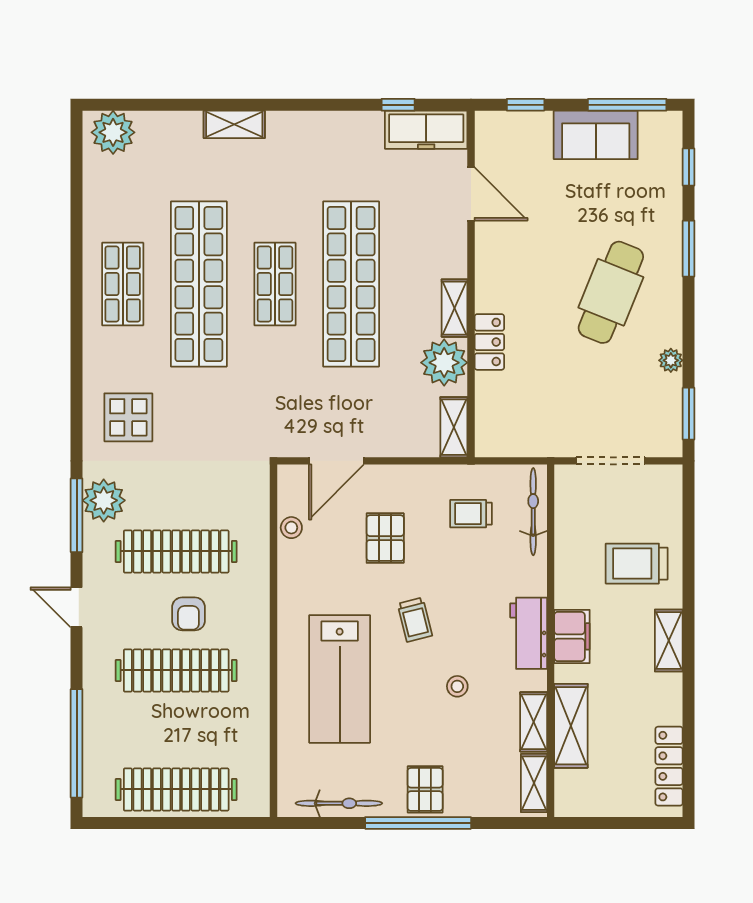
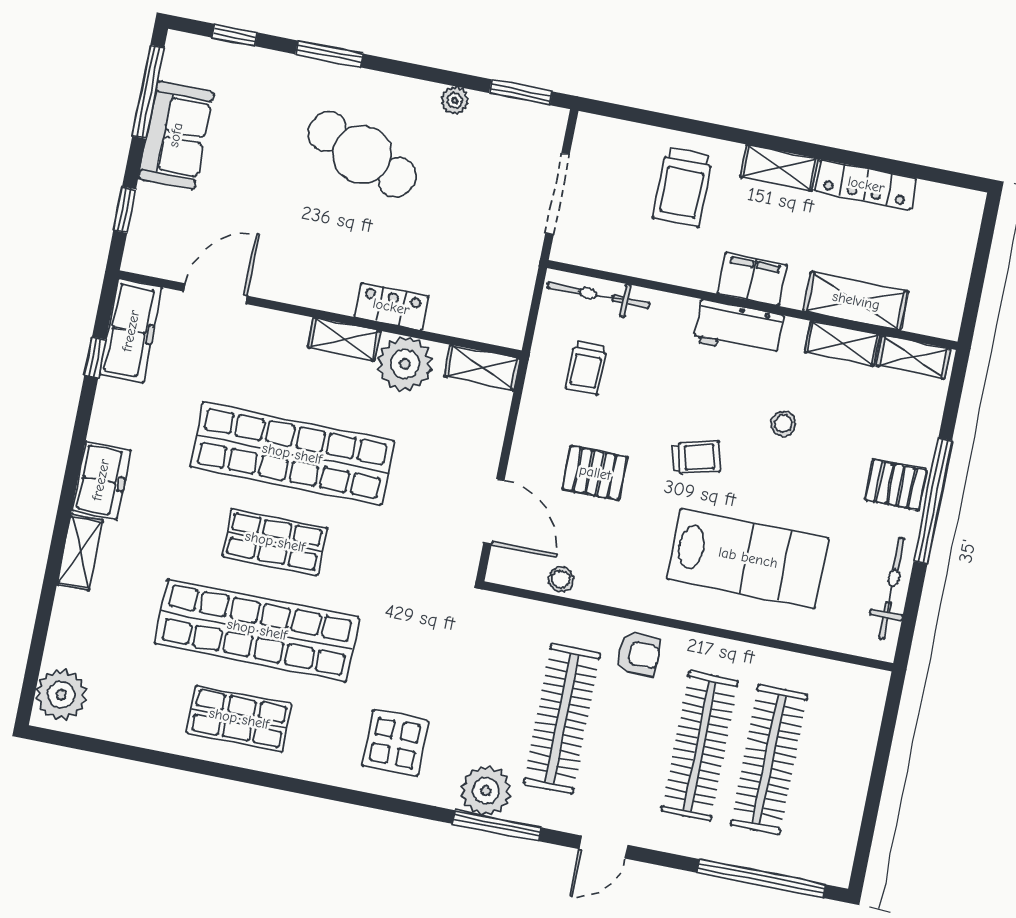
freezer: (297, 130) -> (101, 480), added
armchair: (188, 614) -> (638, 654), moved
locker: (669, 766) -> (866, 185), moved
clothes rail: (176, 789) -> (769, 760), moved

